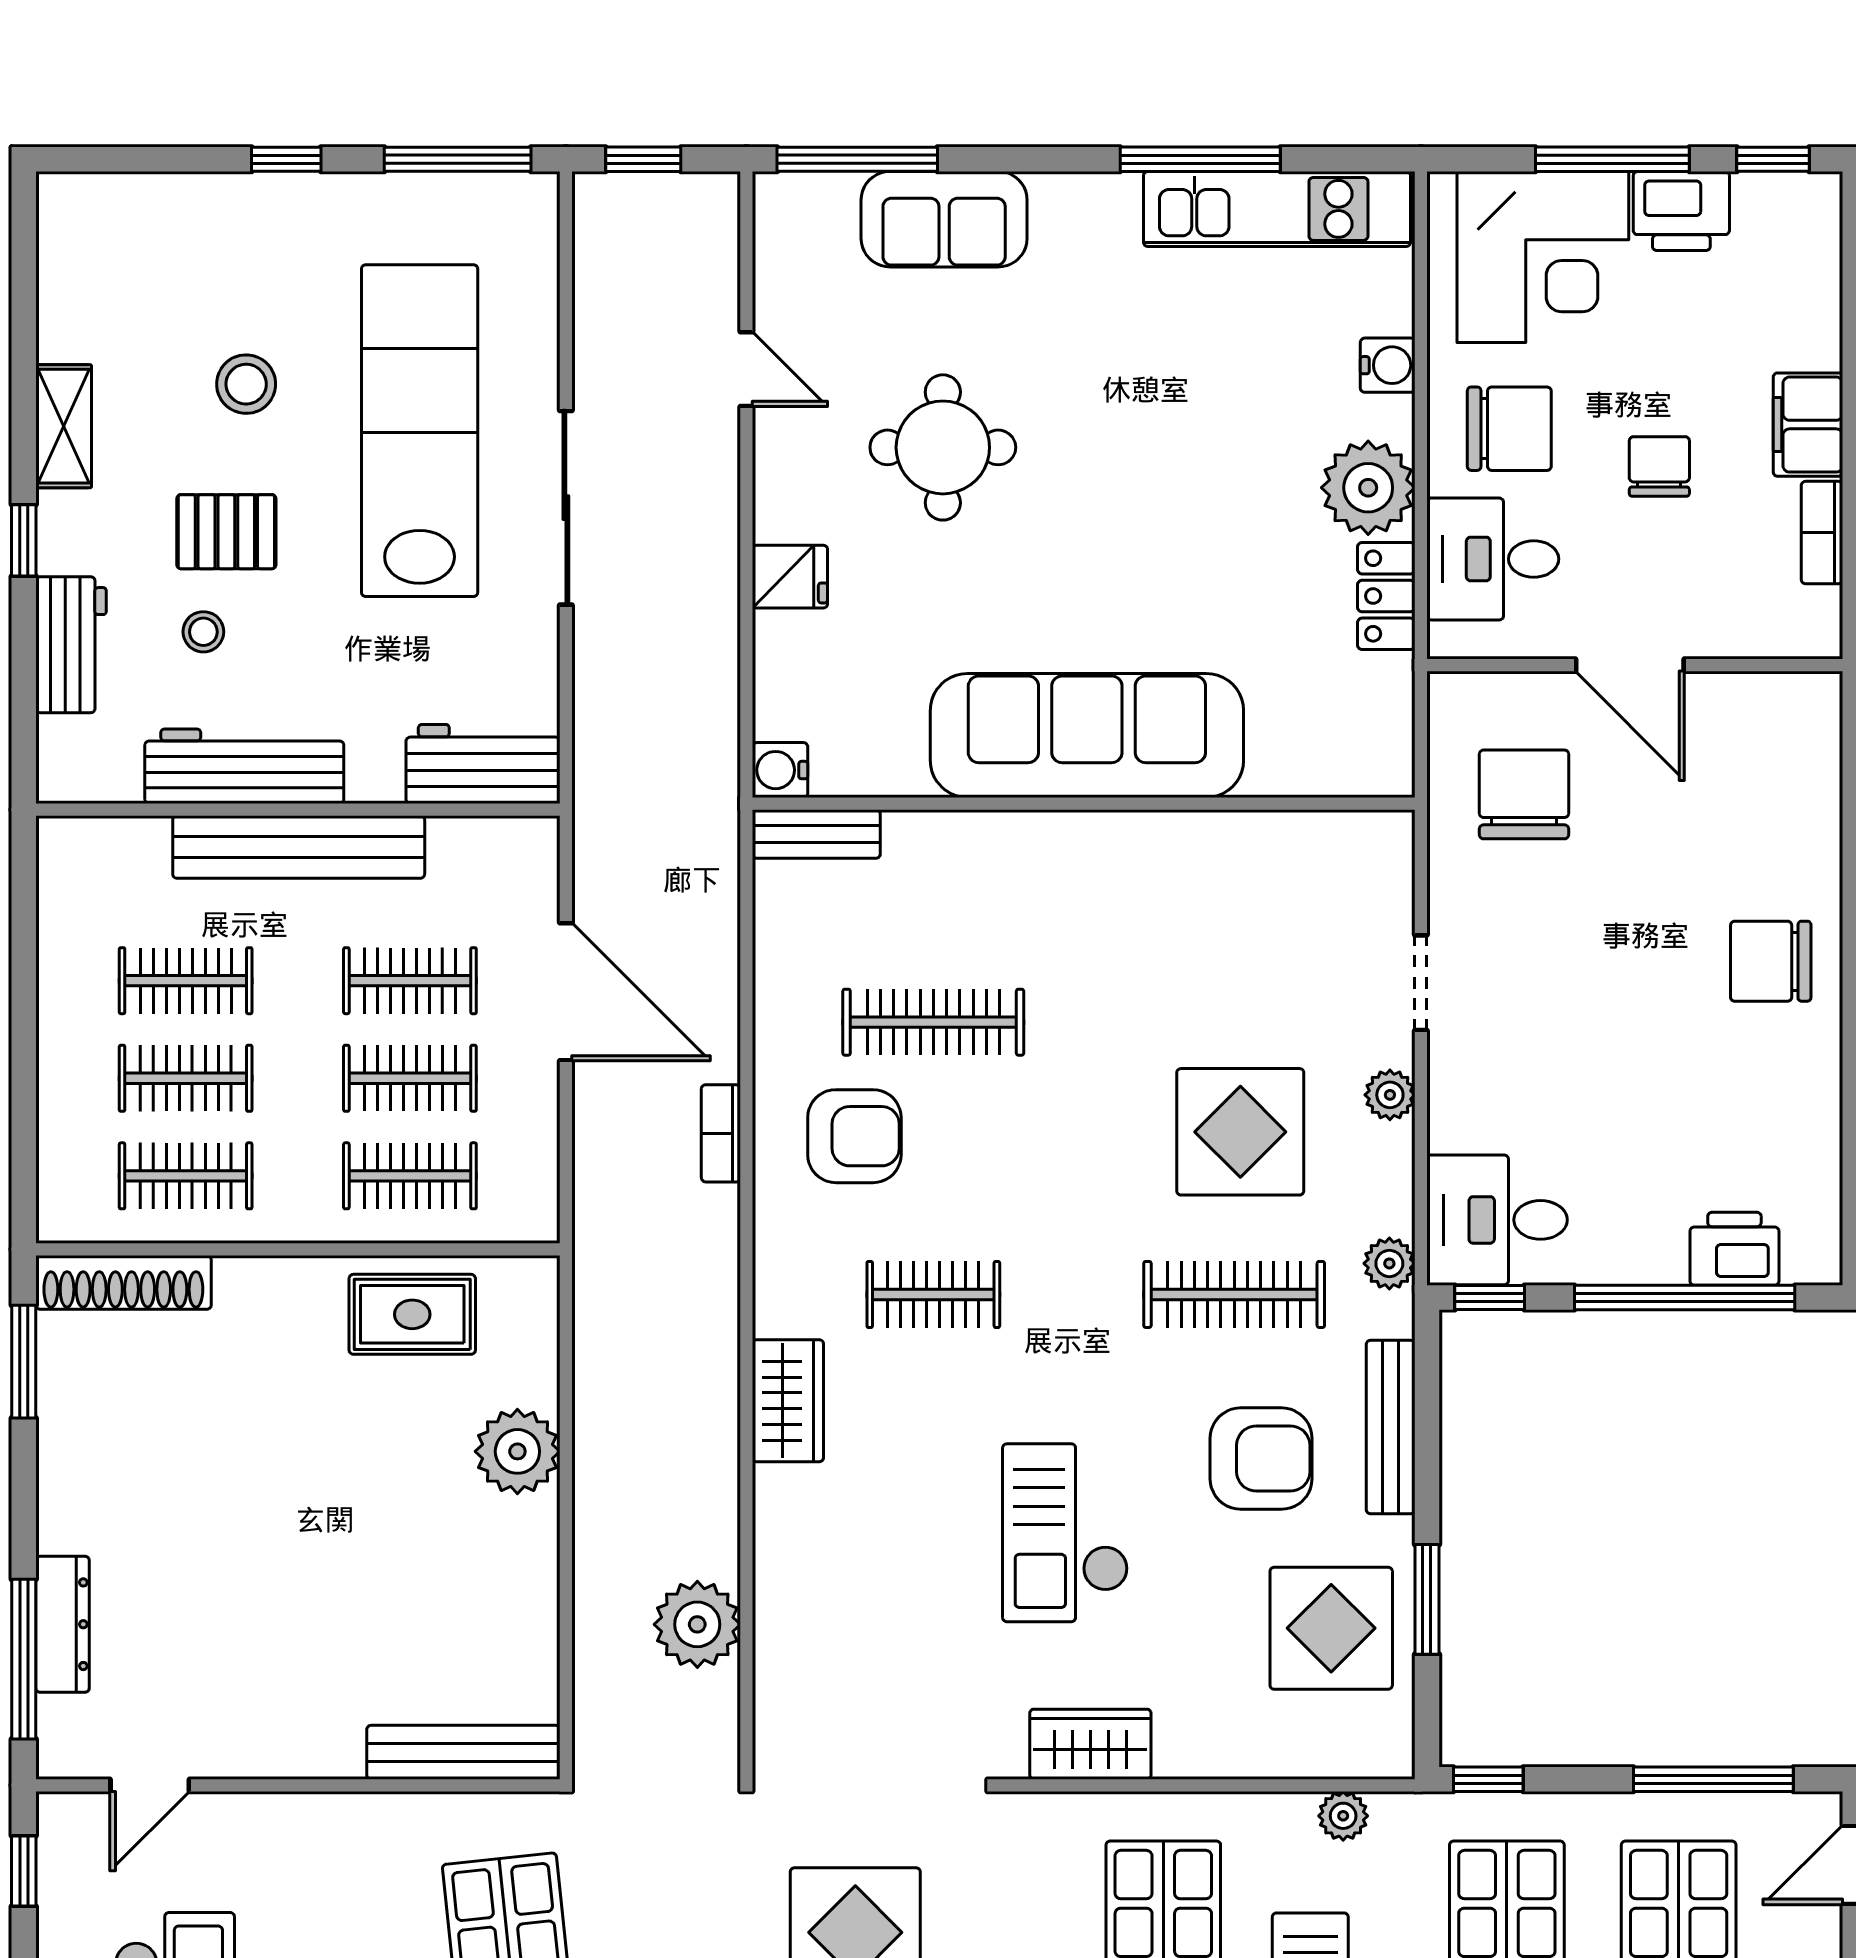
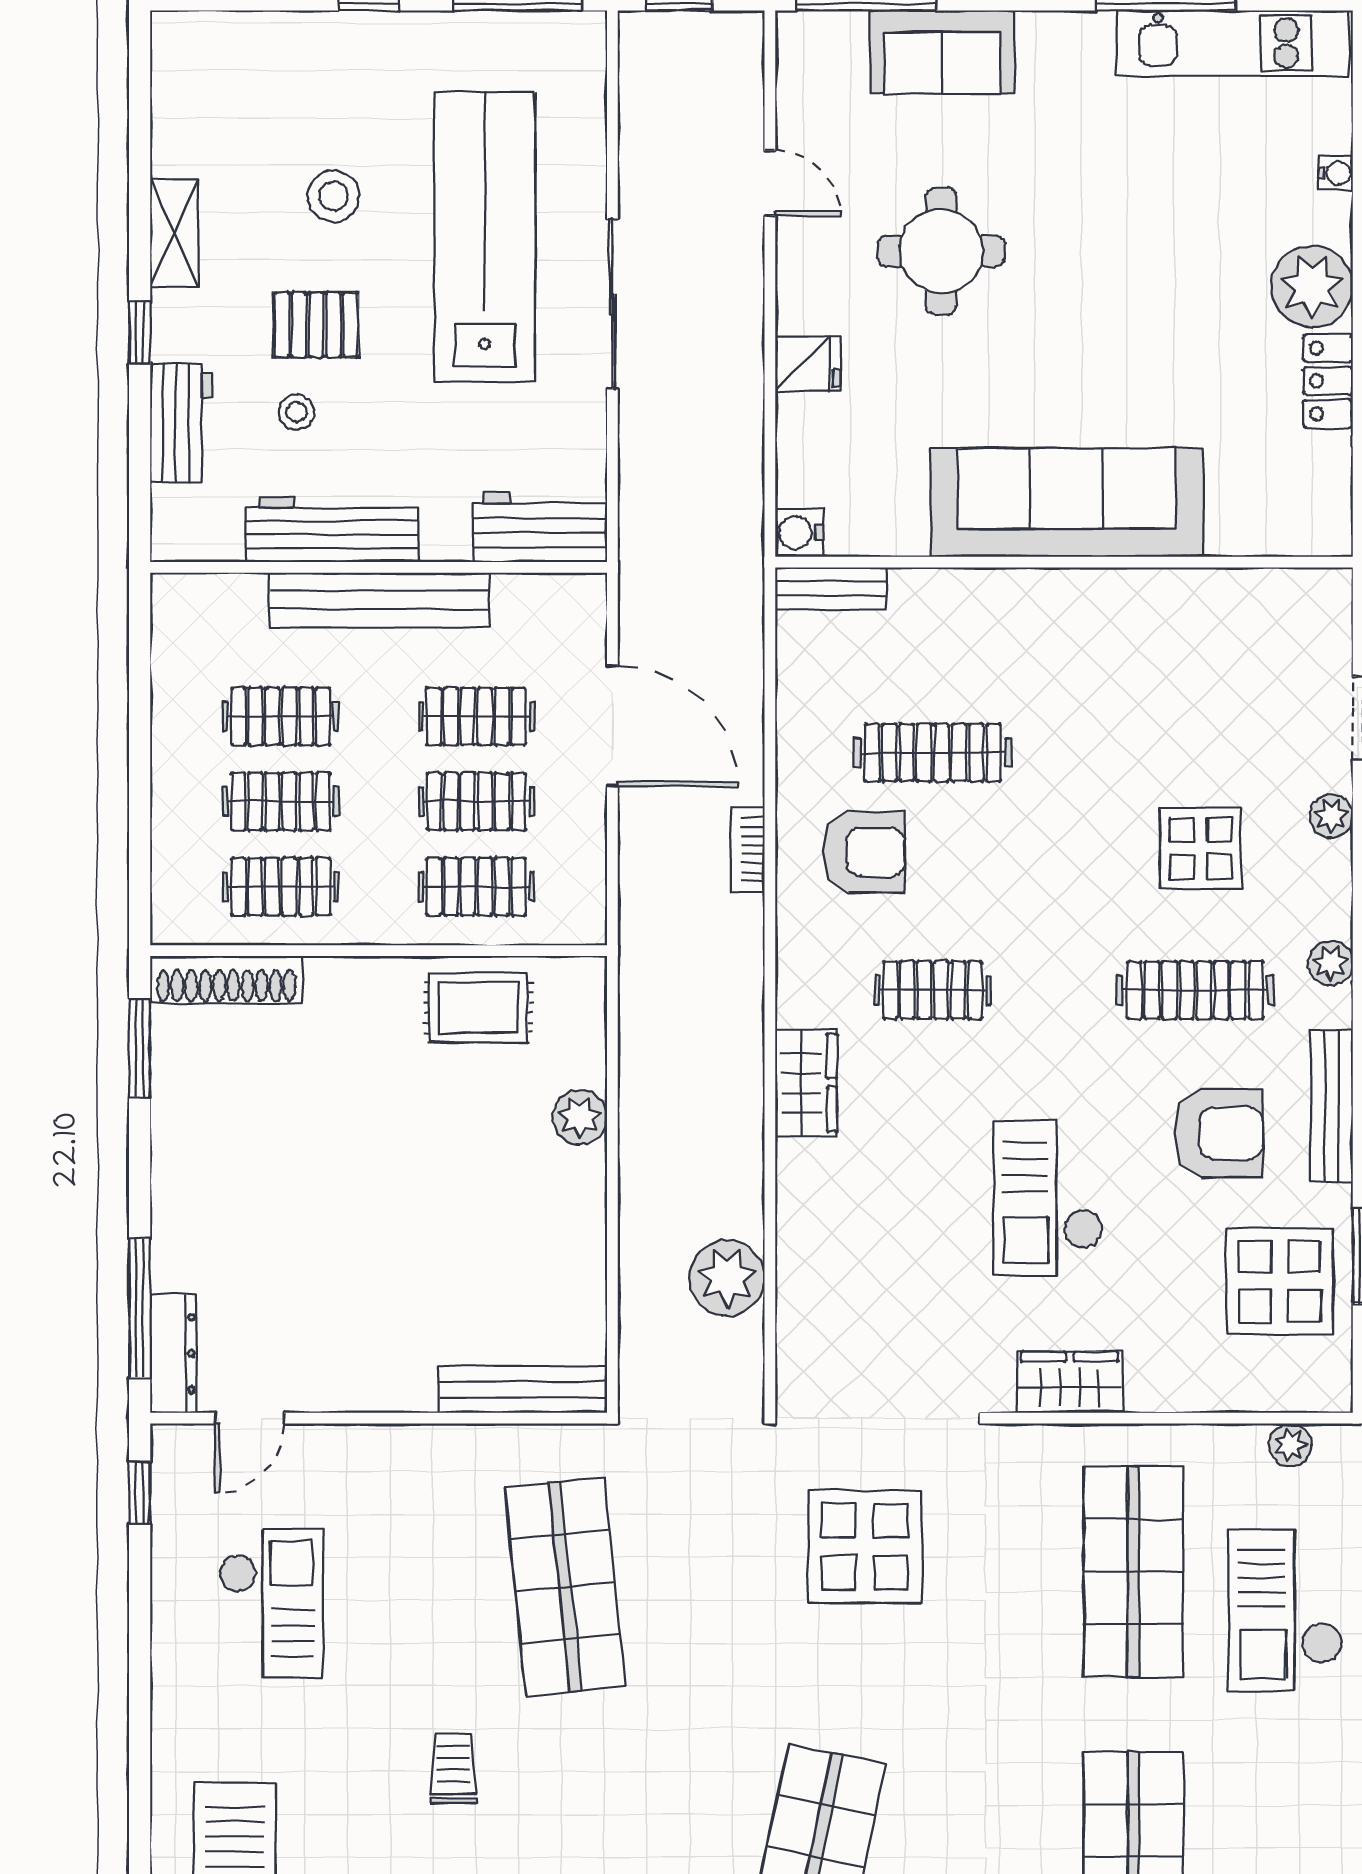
water cooler: (1388, 365) -> (1336, 173), width x0.72, depth x0.72
display table: (1240, 1132) -> (1201, 848), width x0.73, depth x0.73
plant: (517, 1451) -> (580, 1117), width x0.73, depth x0.73
dresser: (63, 1624) -> (173, 1354), moved

